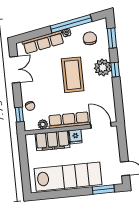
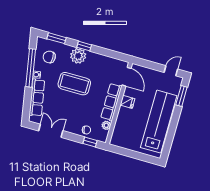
door: (101, 125) -> (127, 77), swing flipped
filing cabinet: (53, 141) -> (123, 123), removed

